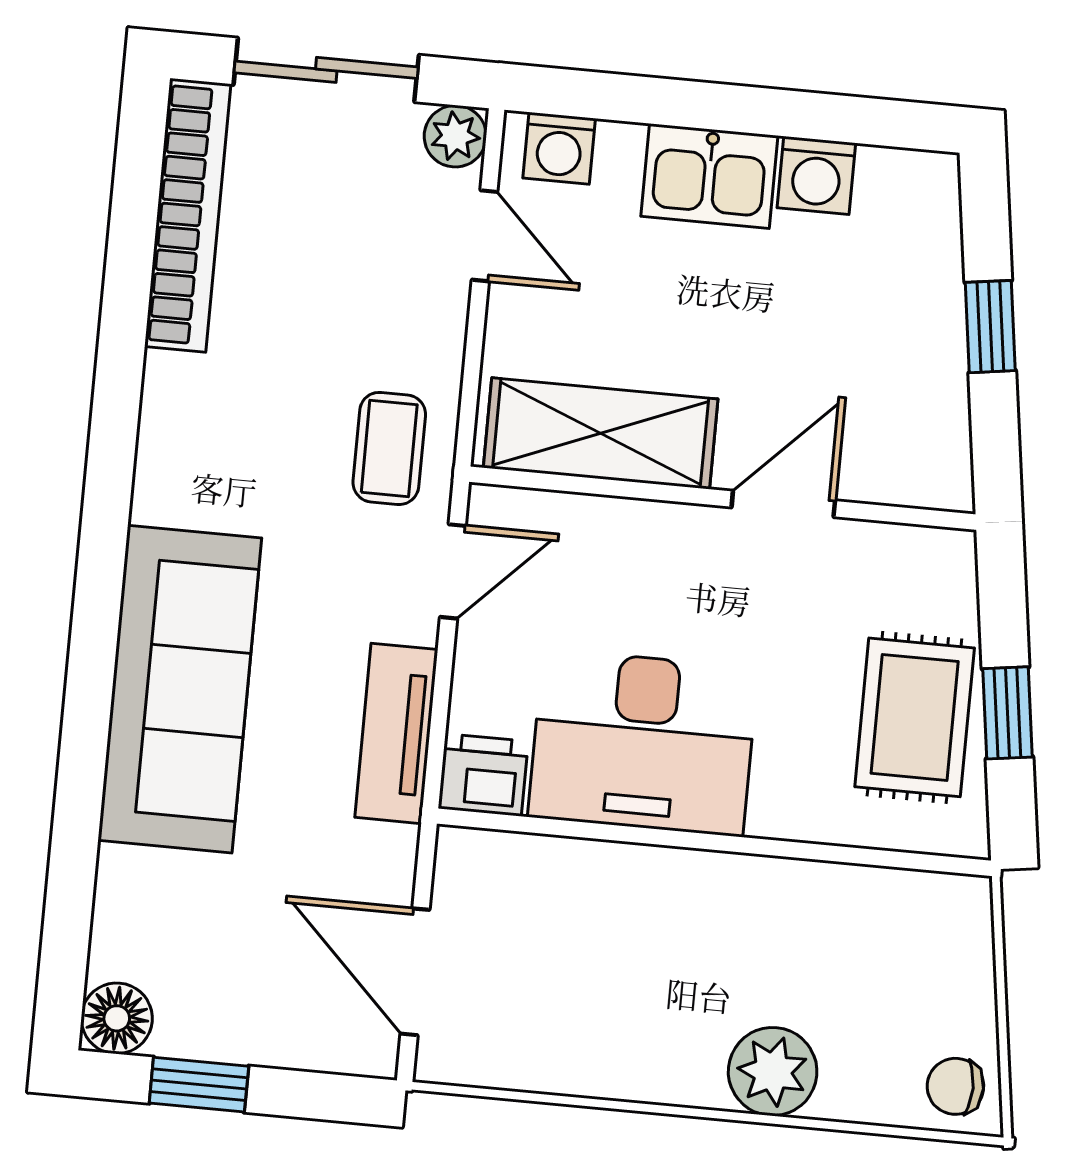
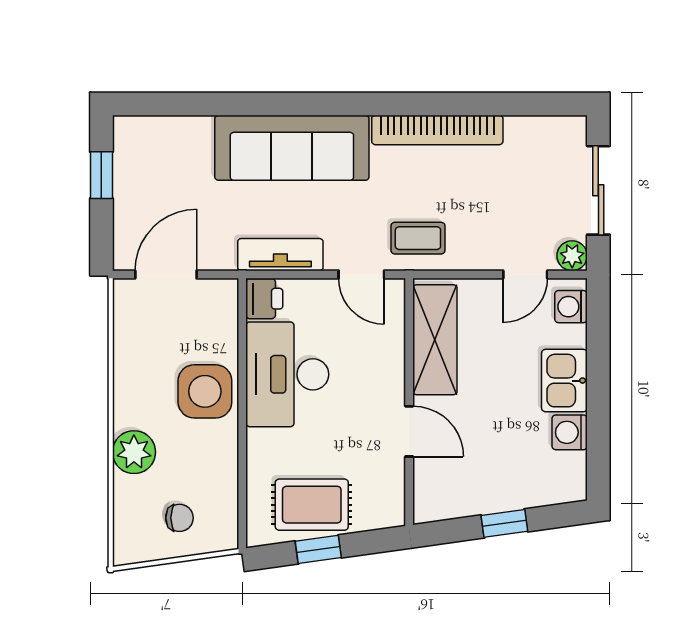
bookcase: (188, 215) -> (437, 130), moved
side table: (662, 914) -> (205, 391), added
floor lamp: (117, 1018) -> (130, 132), removed
chair: (955, 1086) -> (179, 518), moved, turned 90

